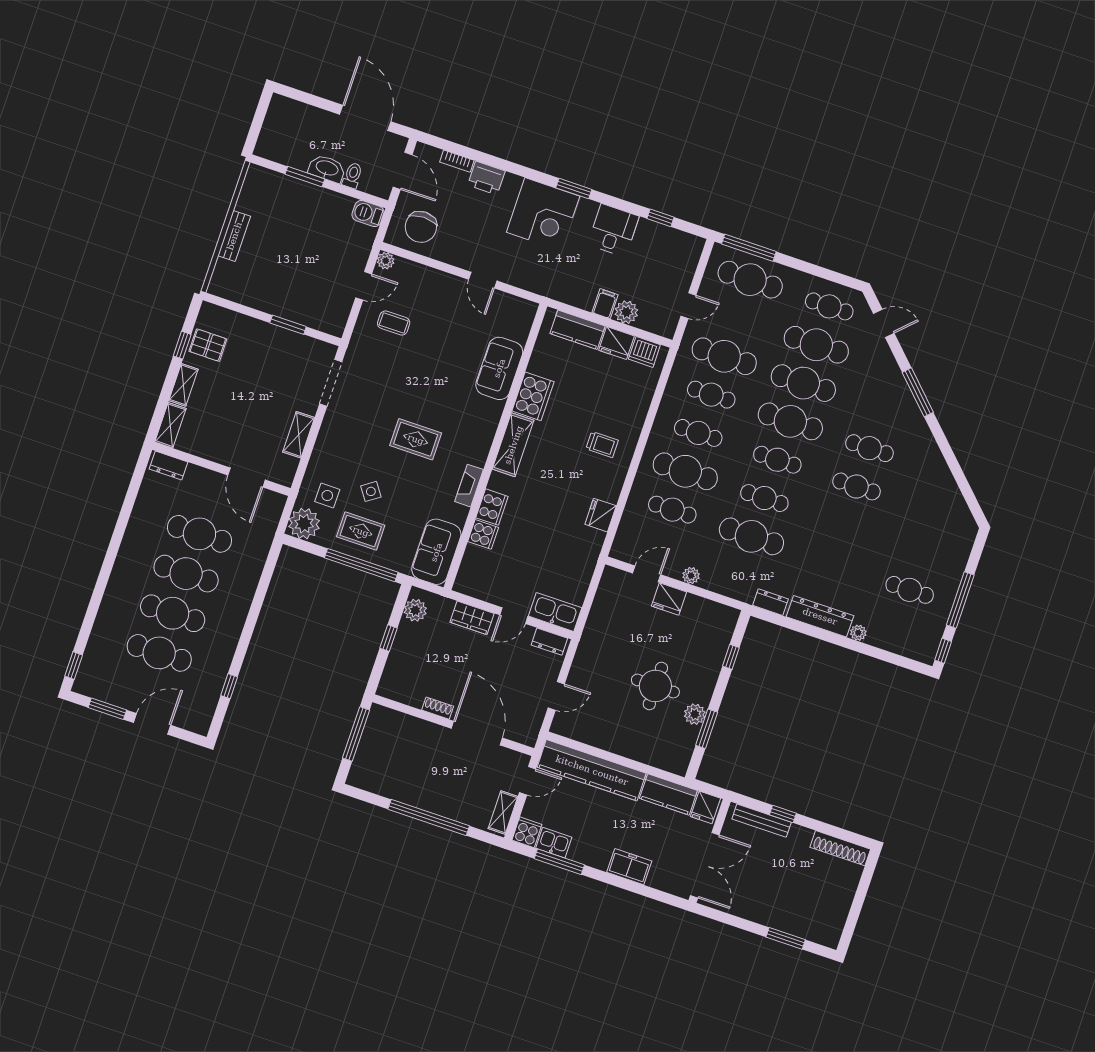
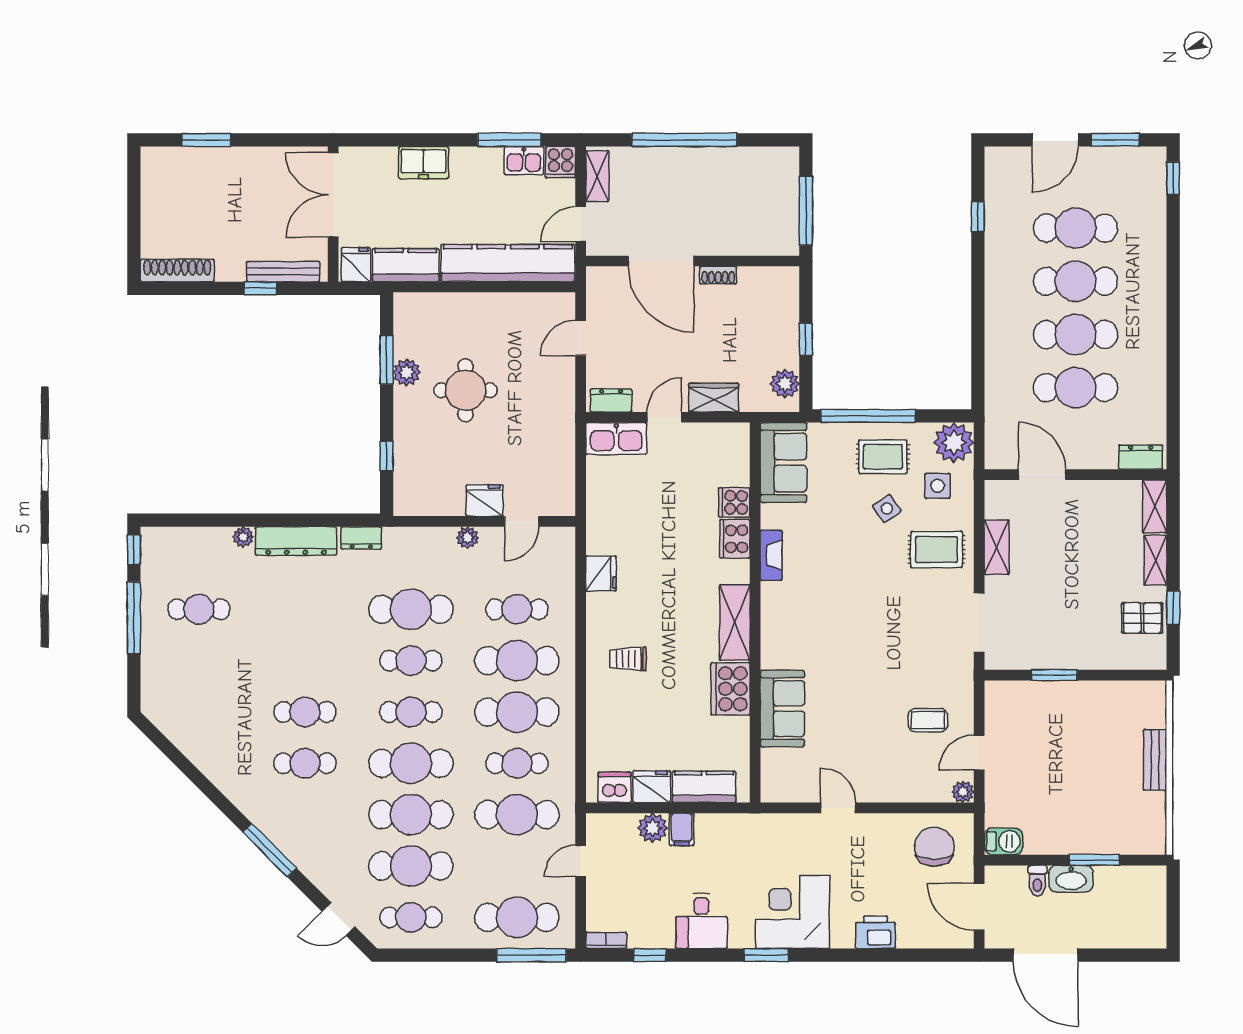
bookcase: (457, 161) -> (606, 940), moved
cafe table: (698, 433) -> (517, 712), width x1.37, depth x1.35
rug: (416, 439) -> (937, 549), moved

